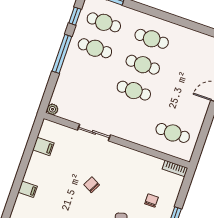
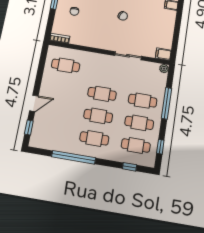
window: (179, 21) -> (74, 157), added
window: (62, 54) -> (166, 103), moved
cafe table: (86, 74) -> (143, 101), added
filing cabinet: (43, 146) -> (163, 54), moved

